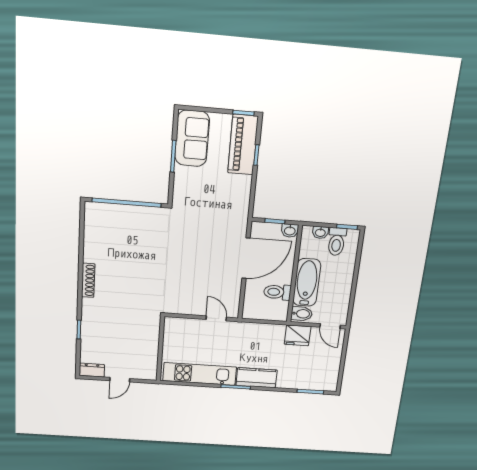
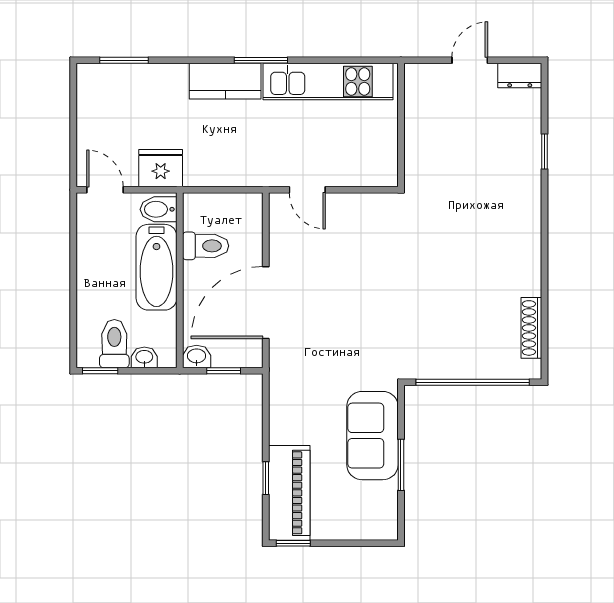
sofa: (192, 138) -> (372, 436), moved
shoe rack: (88, 280) -> (531, 328), moved

